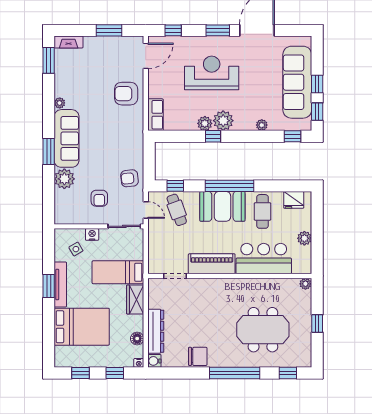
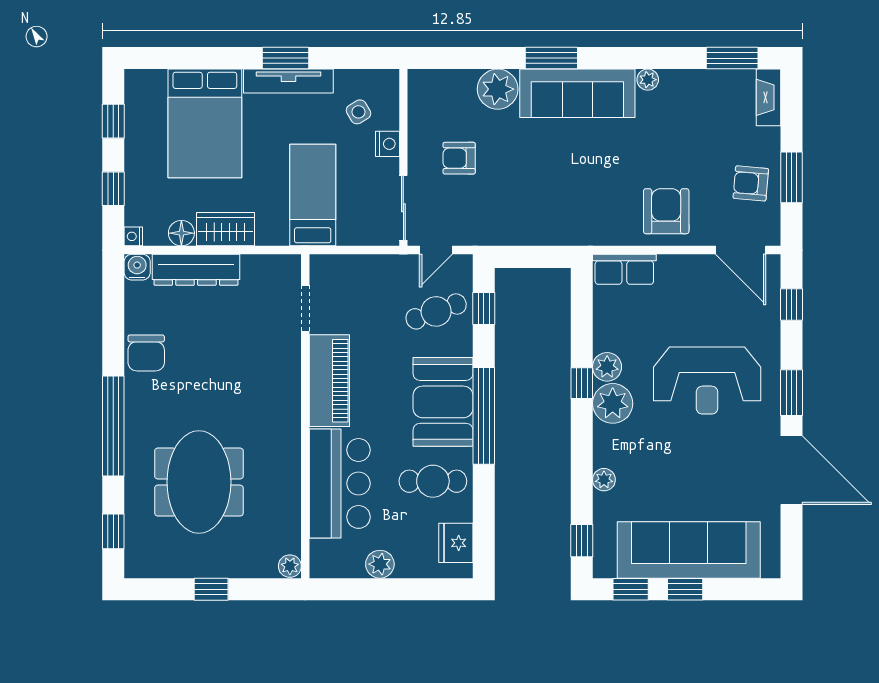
reception desk: (212, 73) -> (707, 381), turned 90
armchair: (130, 178) -> (751, 183), moved, turned -79
wardrobe: (135, 300) -> (225, 229), moved

